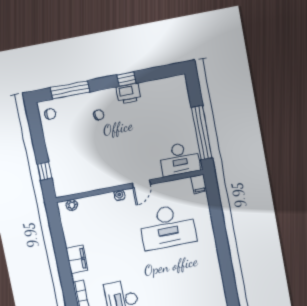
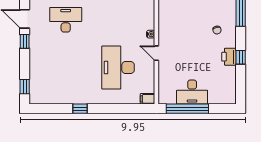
desk: (179, 159) -> (192, 92), moved, turned -90
window: (226, 263) -> (80, 109), added

